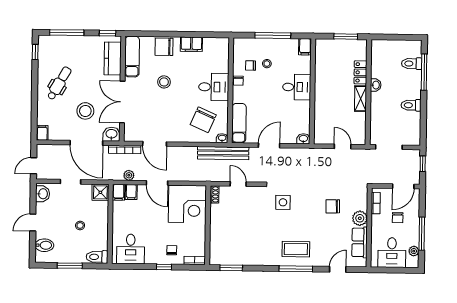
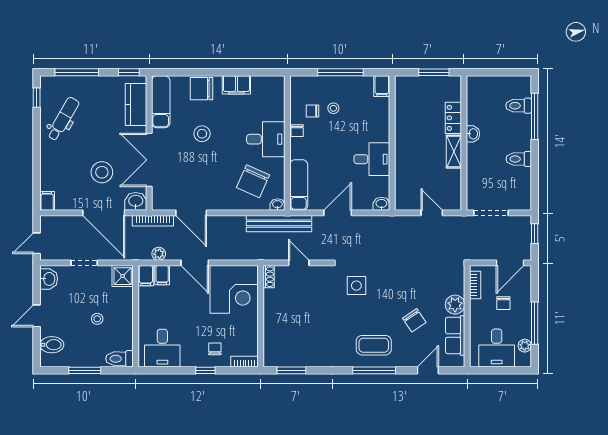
dental chair: (59, 83) -> (63, 119), moved
desk: (297, 87) -> (372, 159), moved
chair: (333, 206) -> (414, 320), moved, turned -123

